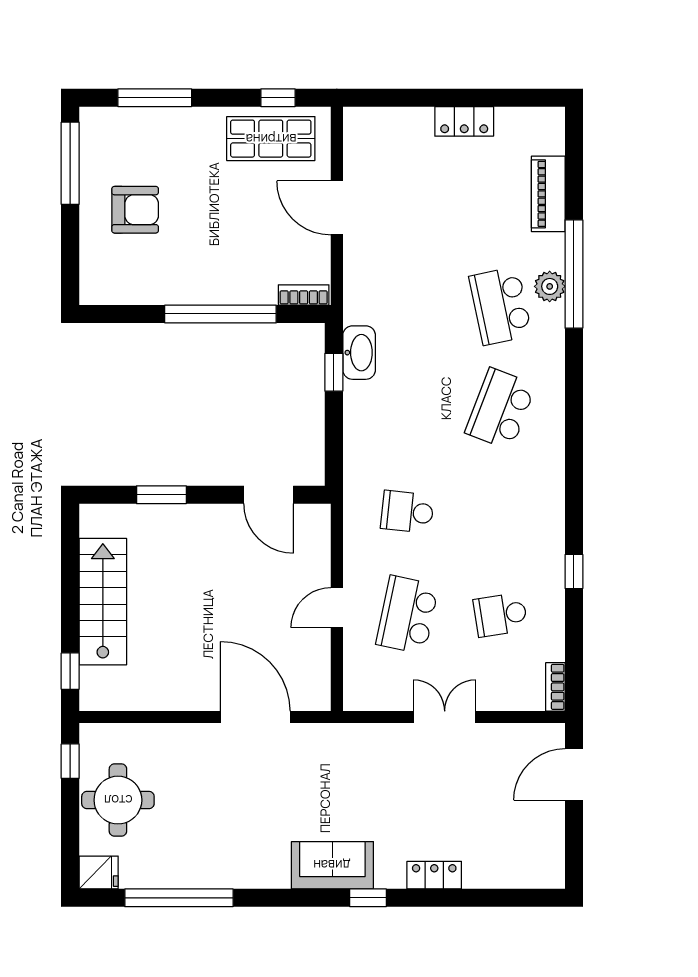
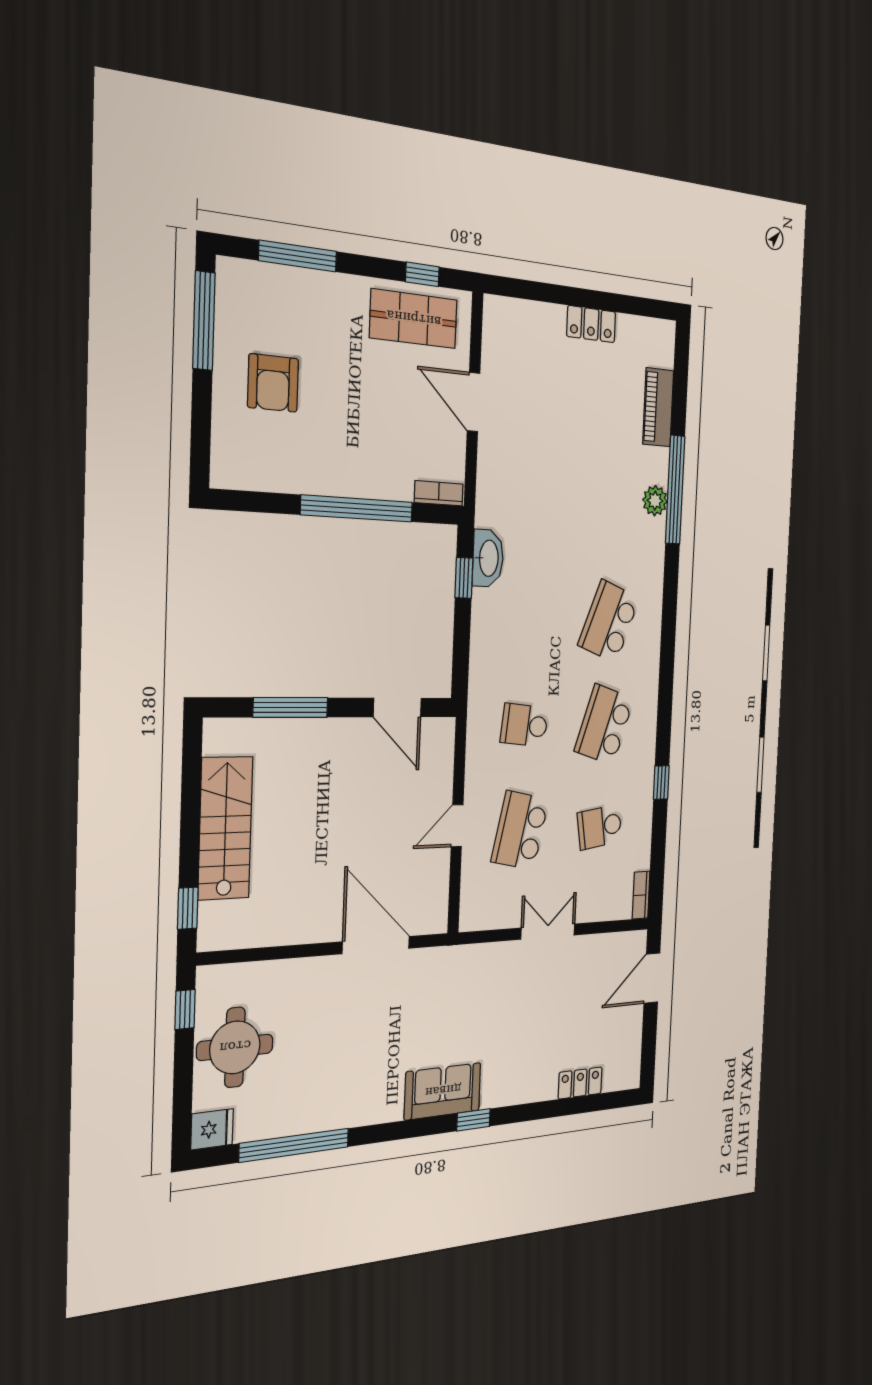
armchair: (135, 210) -> (273, 383), turned 90
school desk: (500, 306) -> (604, 725), moved, turned 30
window: (161, 495) -> (291, 707), width x1.44
locker: (434, 875) -> (580, 1083), moved

